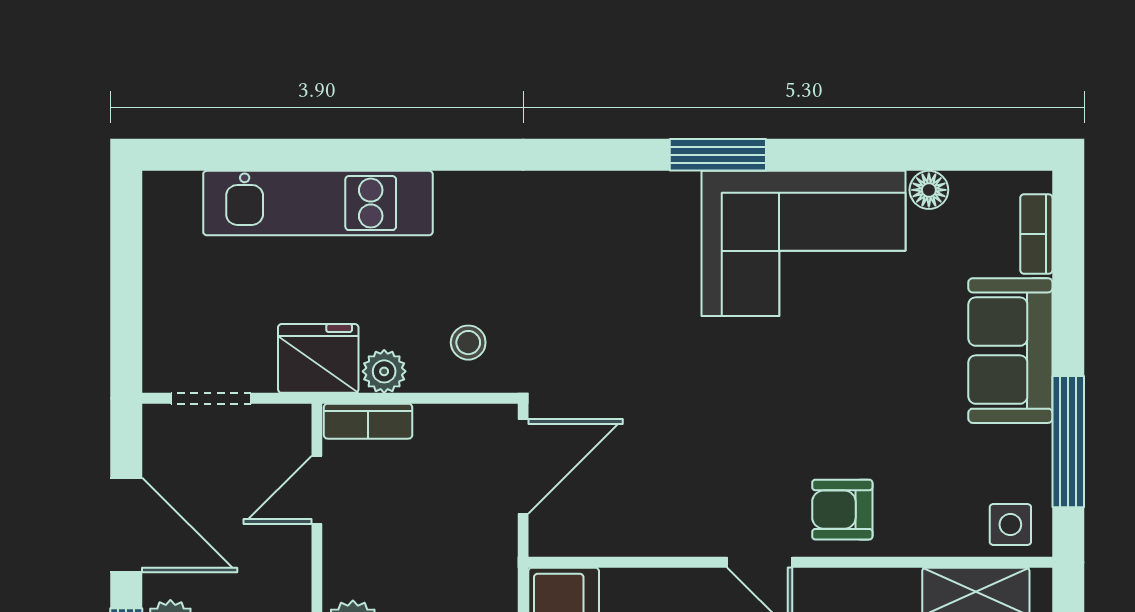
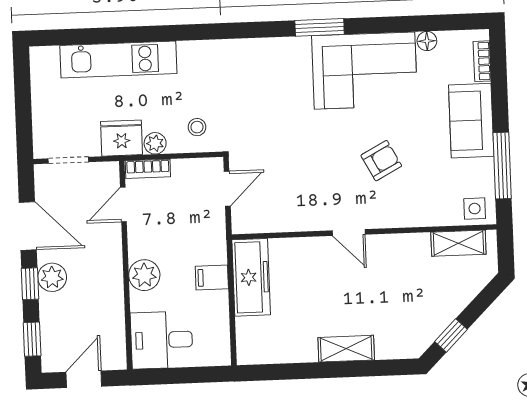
door: (523, 466) -> (227, 189), width x0.73
armchair: (842, 510) -> (381, 161), moved, turned 152

